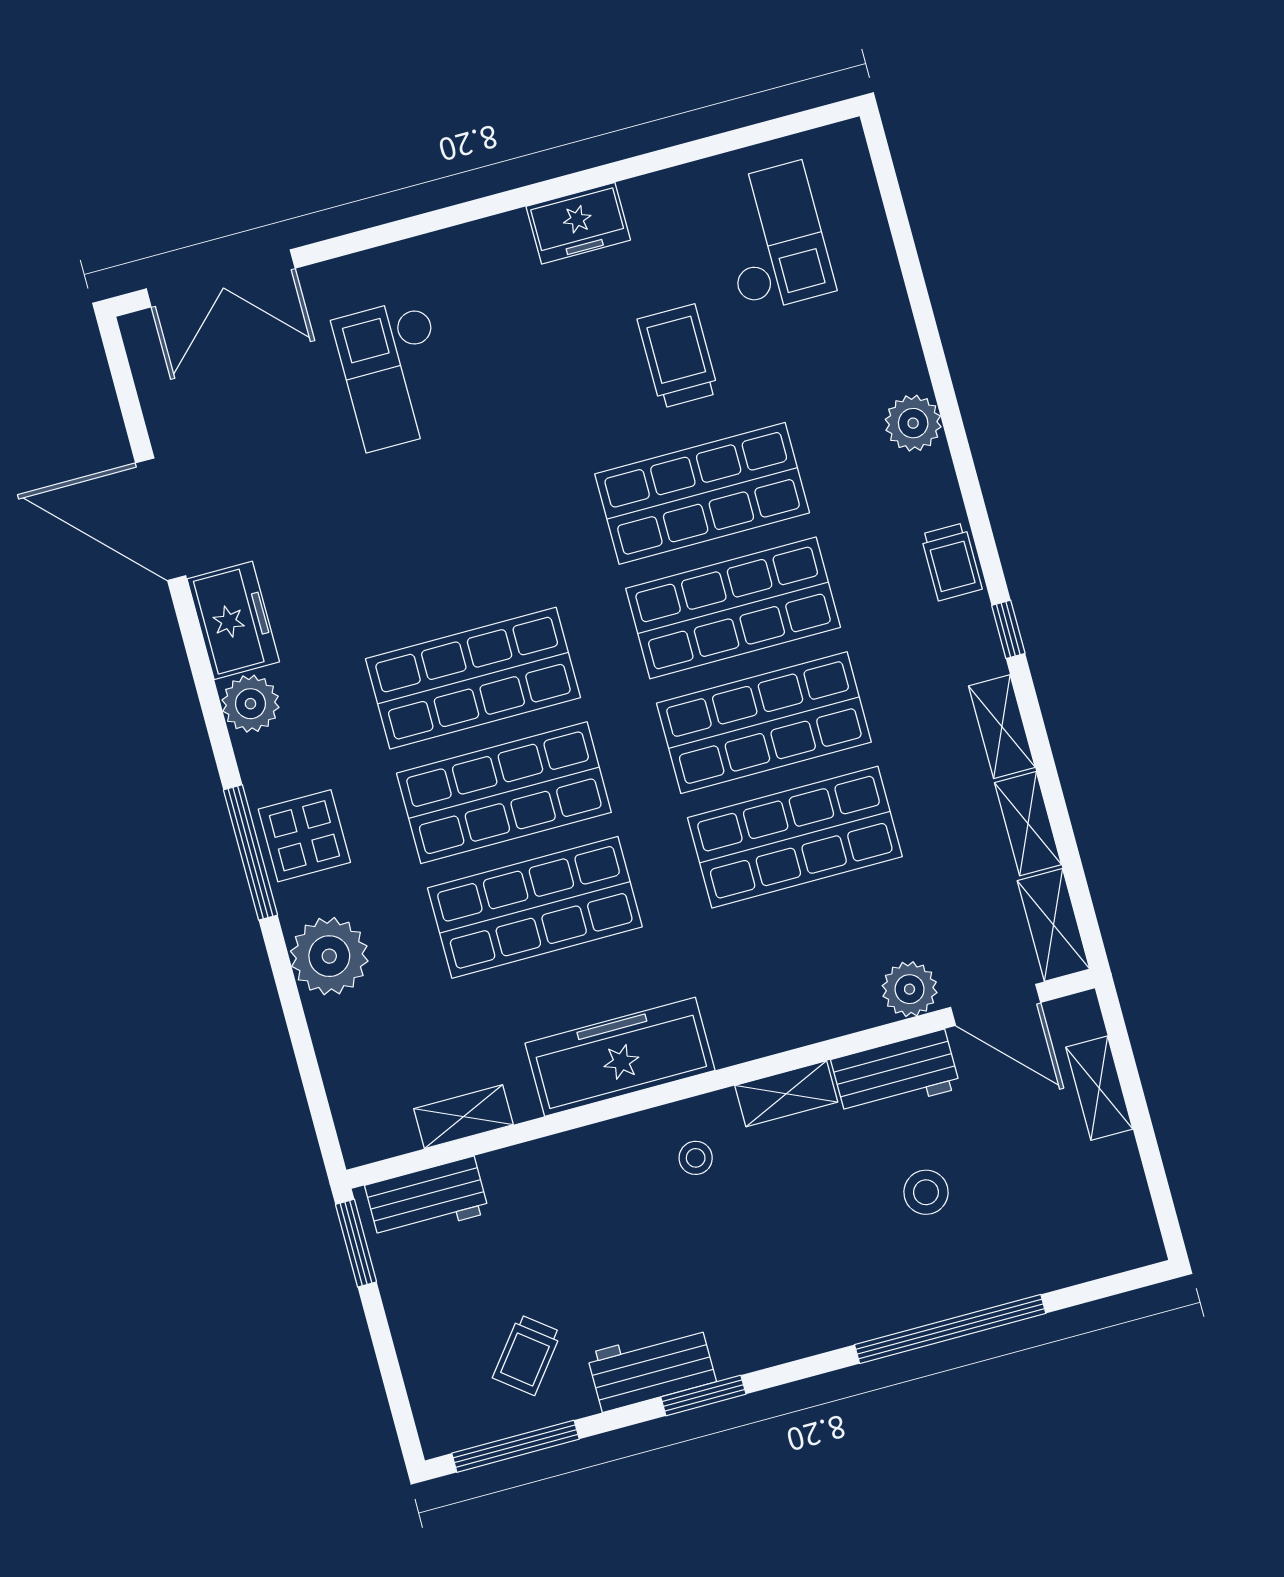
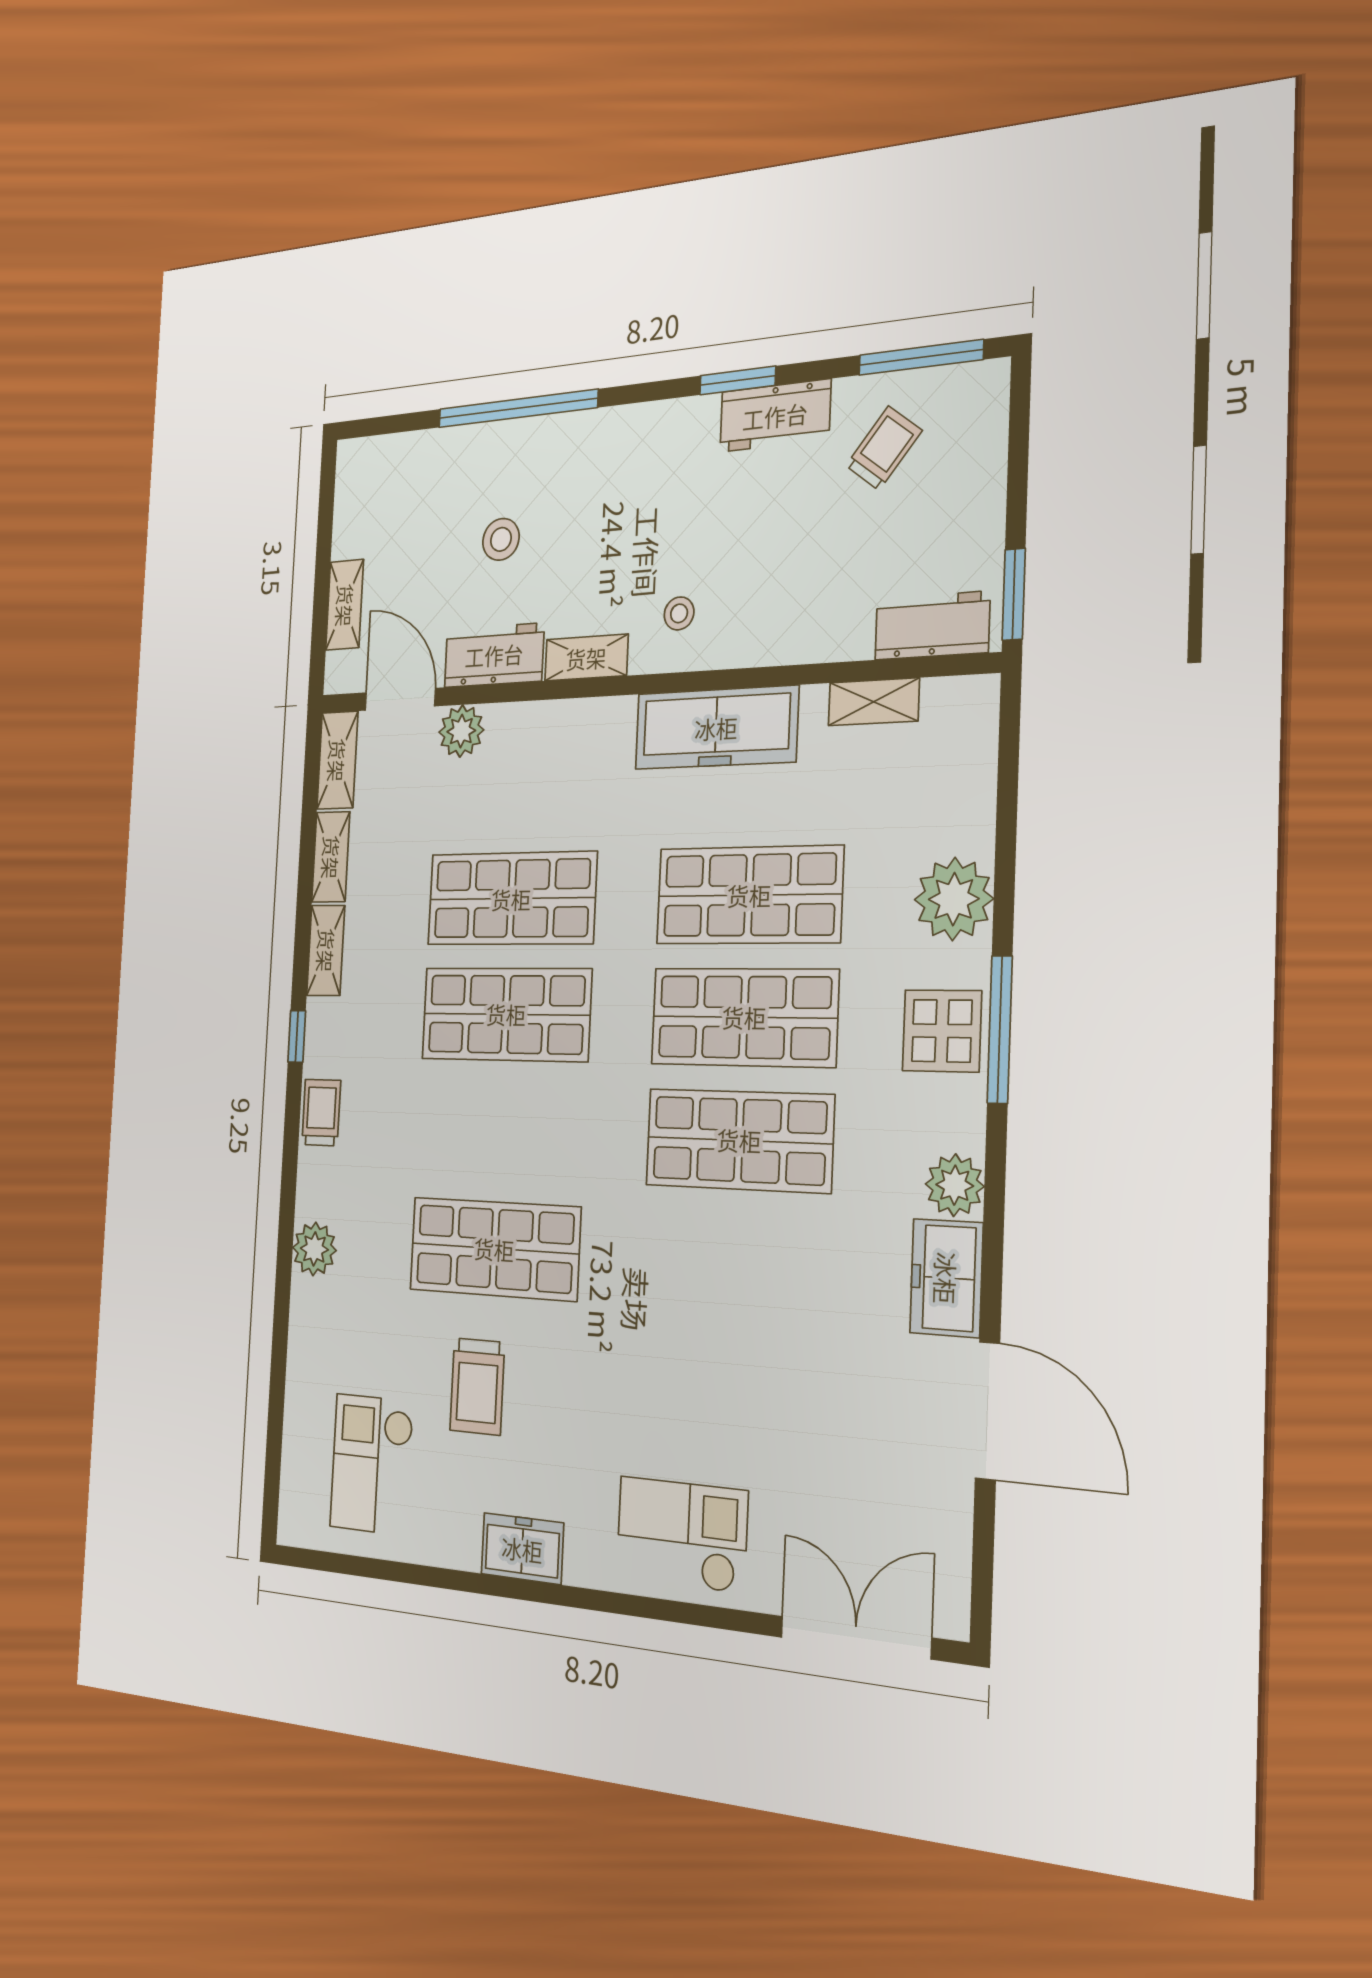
checkout: (395, 374) -> (682, 1534), moved, turned -90
shop shelf: (733, 608) -> (500, 1131), removed

